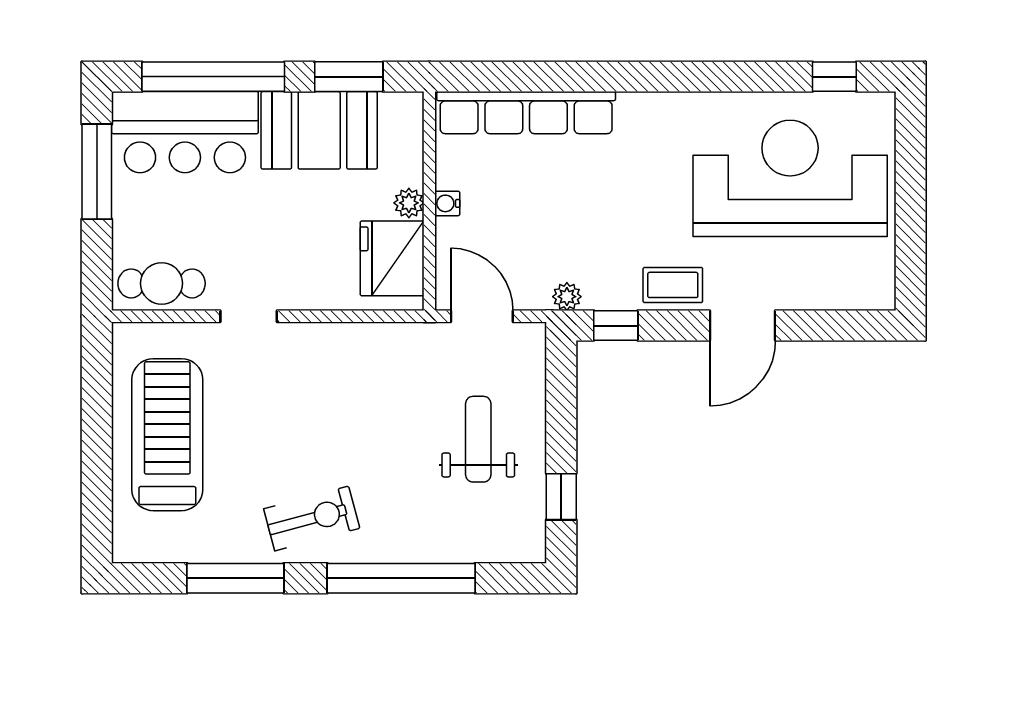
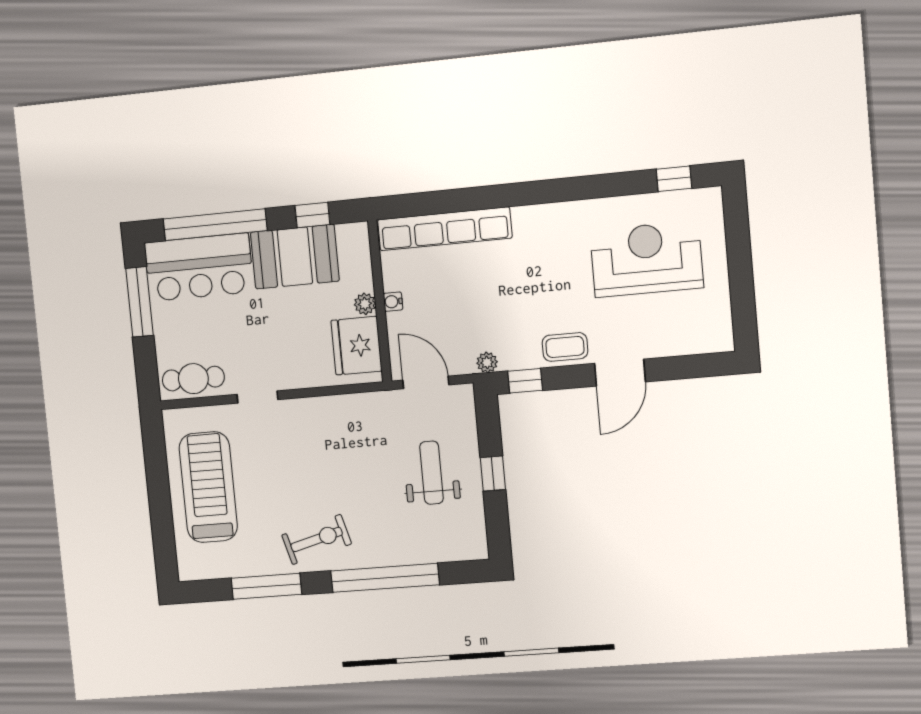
window: (349, 77) -> (312, 215), width x0.67
reception desk: (790, 178) -> (647, 259), width x0.74, depth x0.77
window: (561, 497) -> (493, 473), moved

